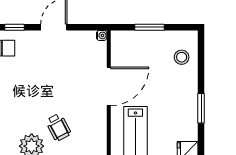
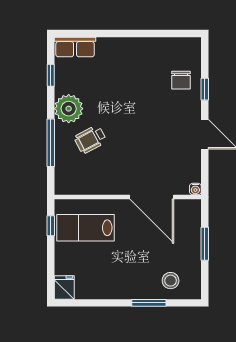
door: (109, 86) -> (152, 197), moved
window: (201, 108) -> (149, 303), moved

